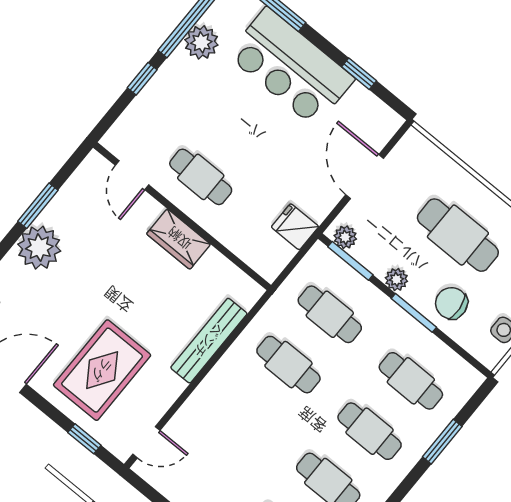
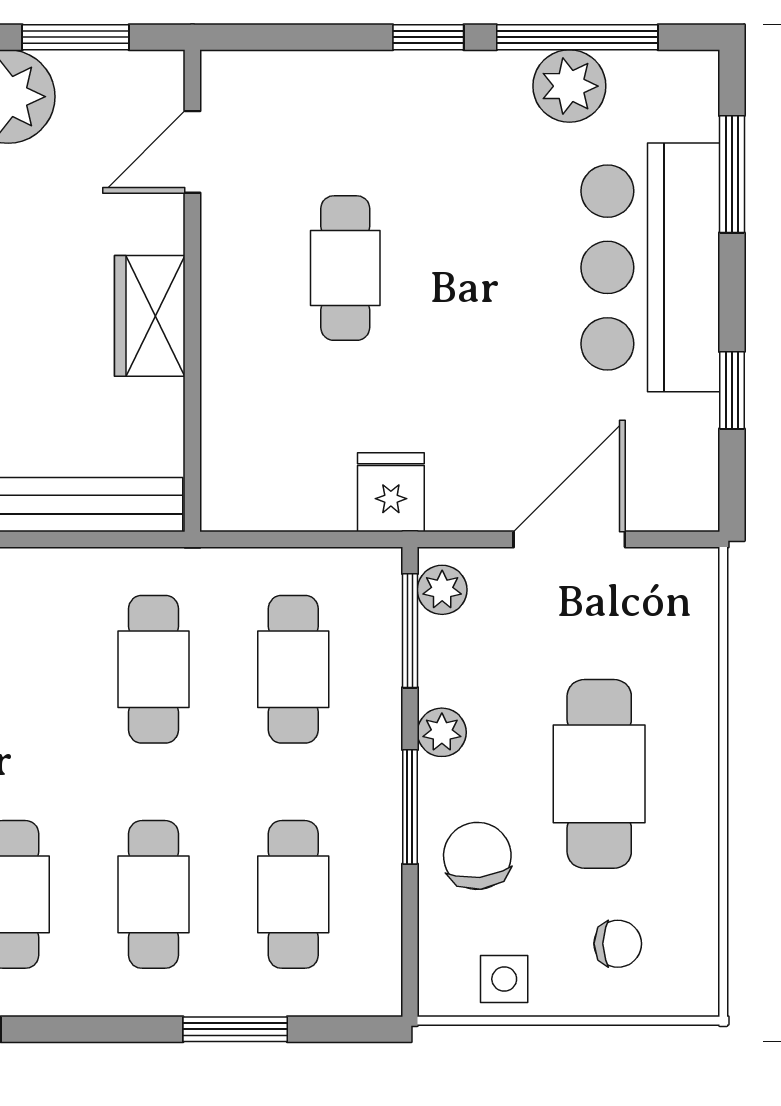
door: (132, 175) -> (192, 152), moved
wall: (182, 216) -> (192, 291), moved
wardrobe: (179, 239) -> (150, 316), moved

